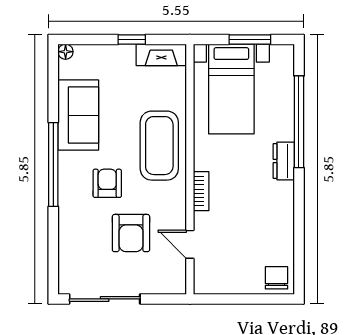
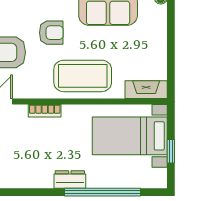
window: (132, 40) -> (171, 53), removed
window: (250, 40) -> (171, 151), width x0.67
fireplace: (161, 55) -> (146, 90), moved, turned 90

